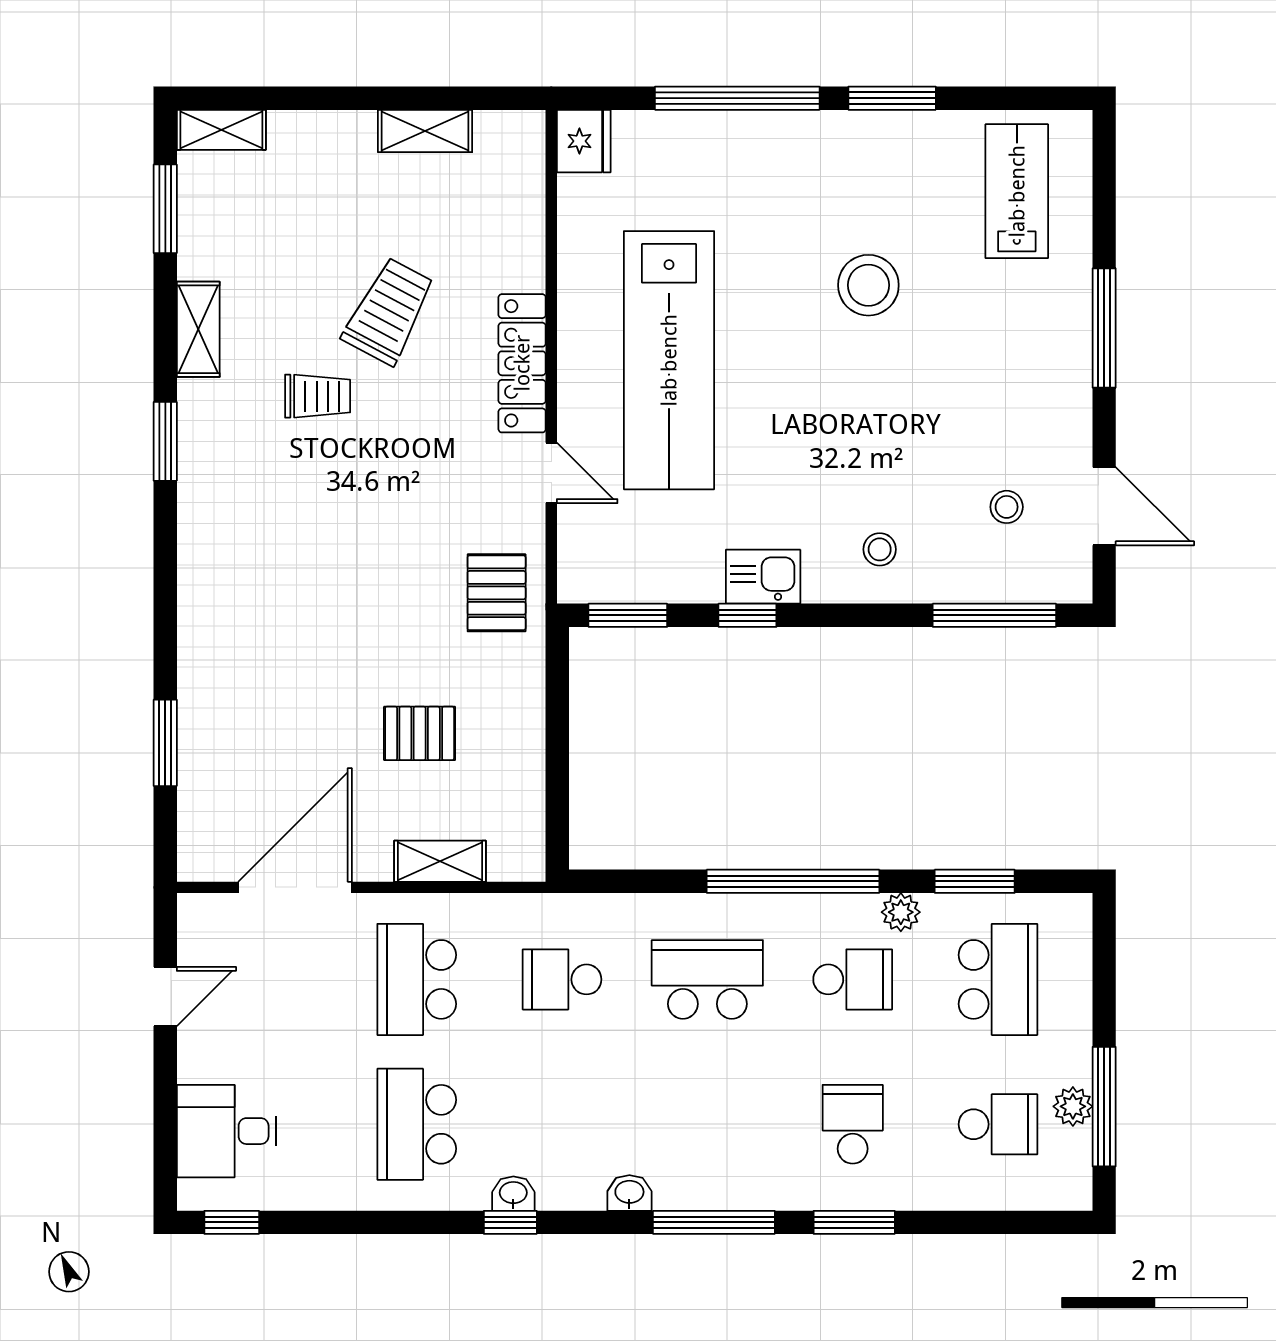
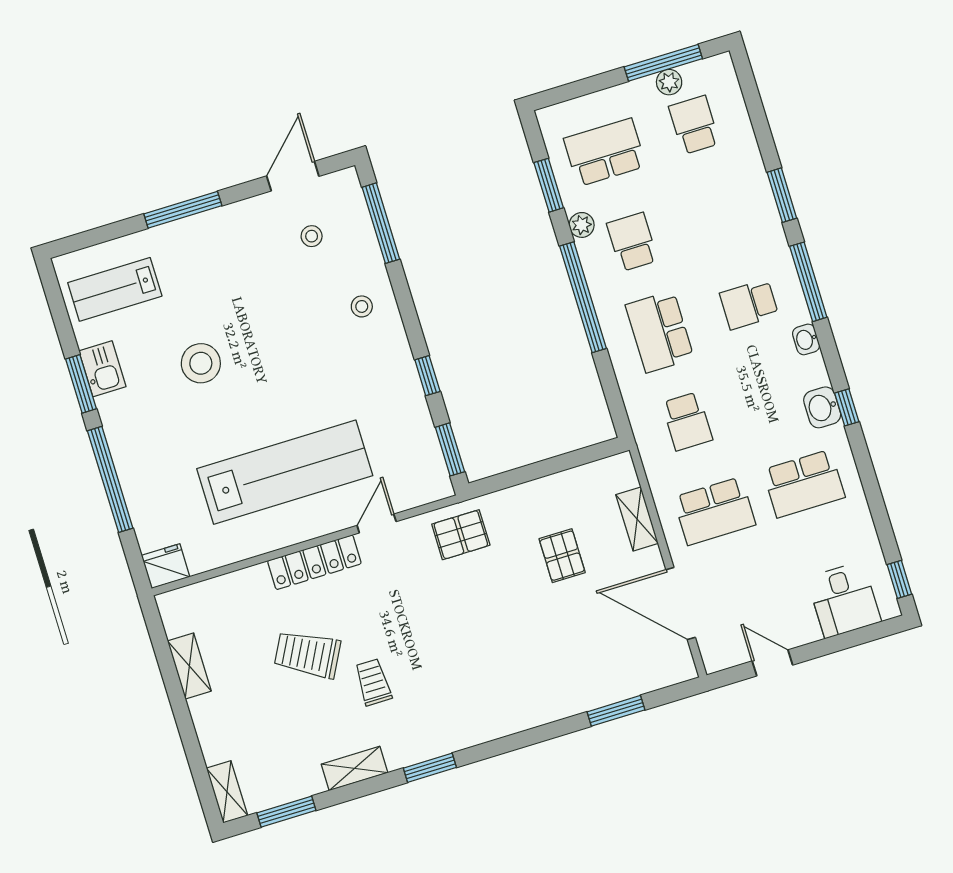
kitchen sink: (763, 577) -> (102, 369), moved, turned 180
school desk: (853, 1124) -> (749, 304), moved
washbasin: (513, 1194) -> (822, 407), width x1.38, depth x1.45

